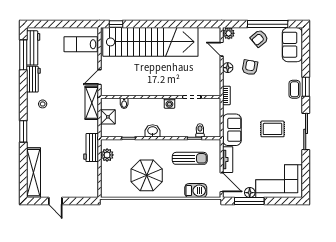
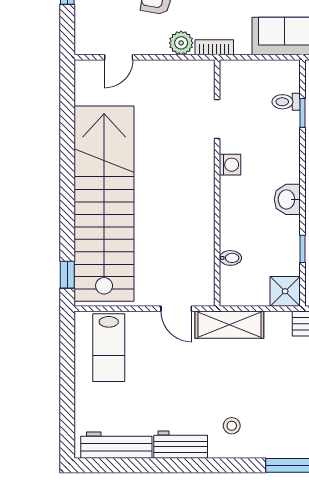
plant: (229, 33) -> (181, 43), moved
window: (23, 55) -> (131, 465), removed
floor lamp: (228, 68) -> (157, 45), removed
shower: (108, 117) -> (285, 291), moved

